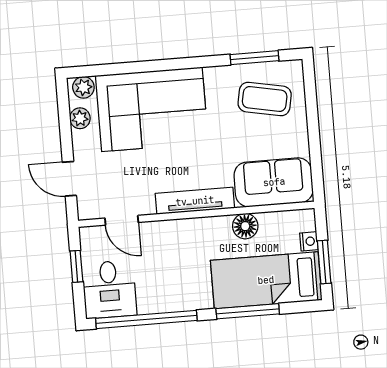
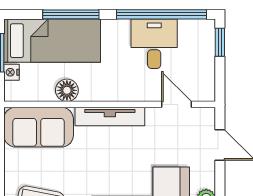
window: (76, 266) -> (220, 42), moved
desk: (109, 289) -> (154, 44), moved

